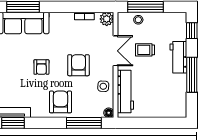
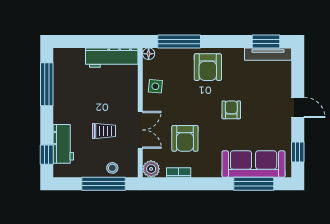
double door: (116, 51) -> (140, 130), swing flipped
workbench: (178, 57) -> (63, 144), moved
armchair: (78, 65) -> (185, 138), moved
window: (192, 75) -> (47, 84), moved
workbench: (125, 91) -> (112, 58), moved, turned -90

